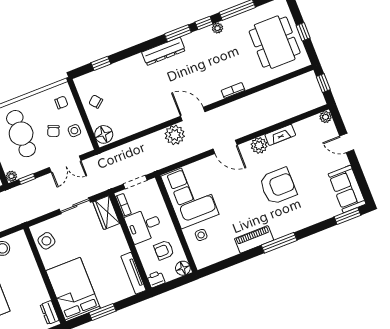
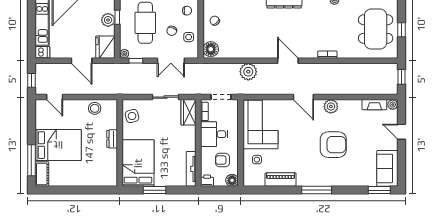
plant: (175, 135) -> (248, 72), moved
fireplace: (280, 135) -> (374, 105), moved
piano: (254, 239) -> (281, 180), moved
dresser: (49, 312) -> (112, 139), moved

